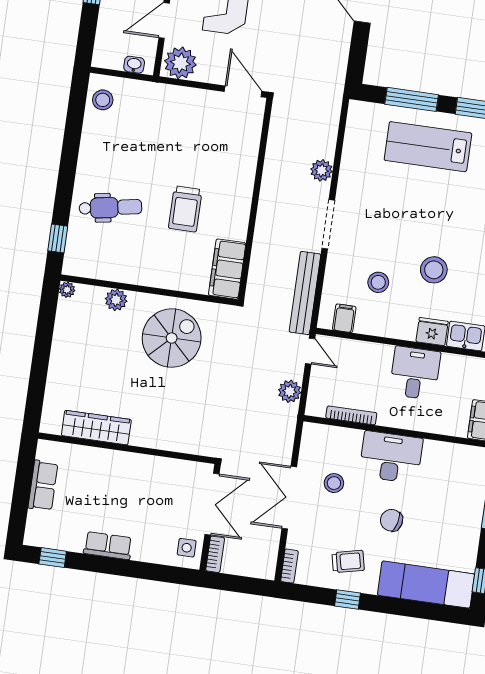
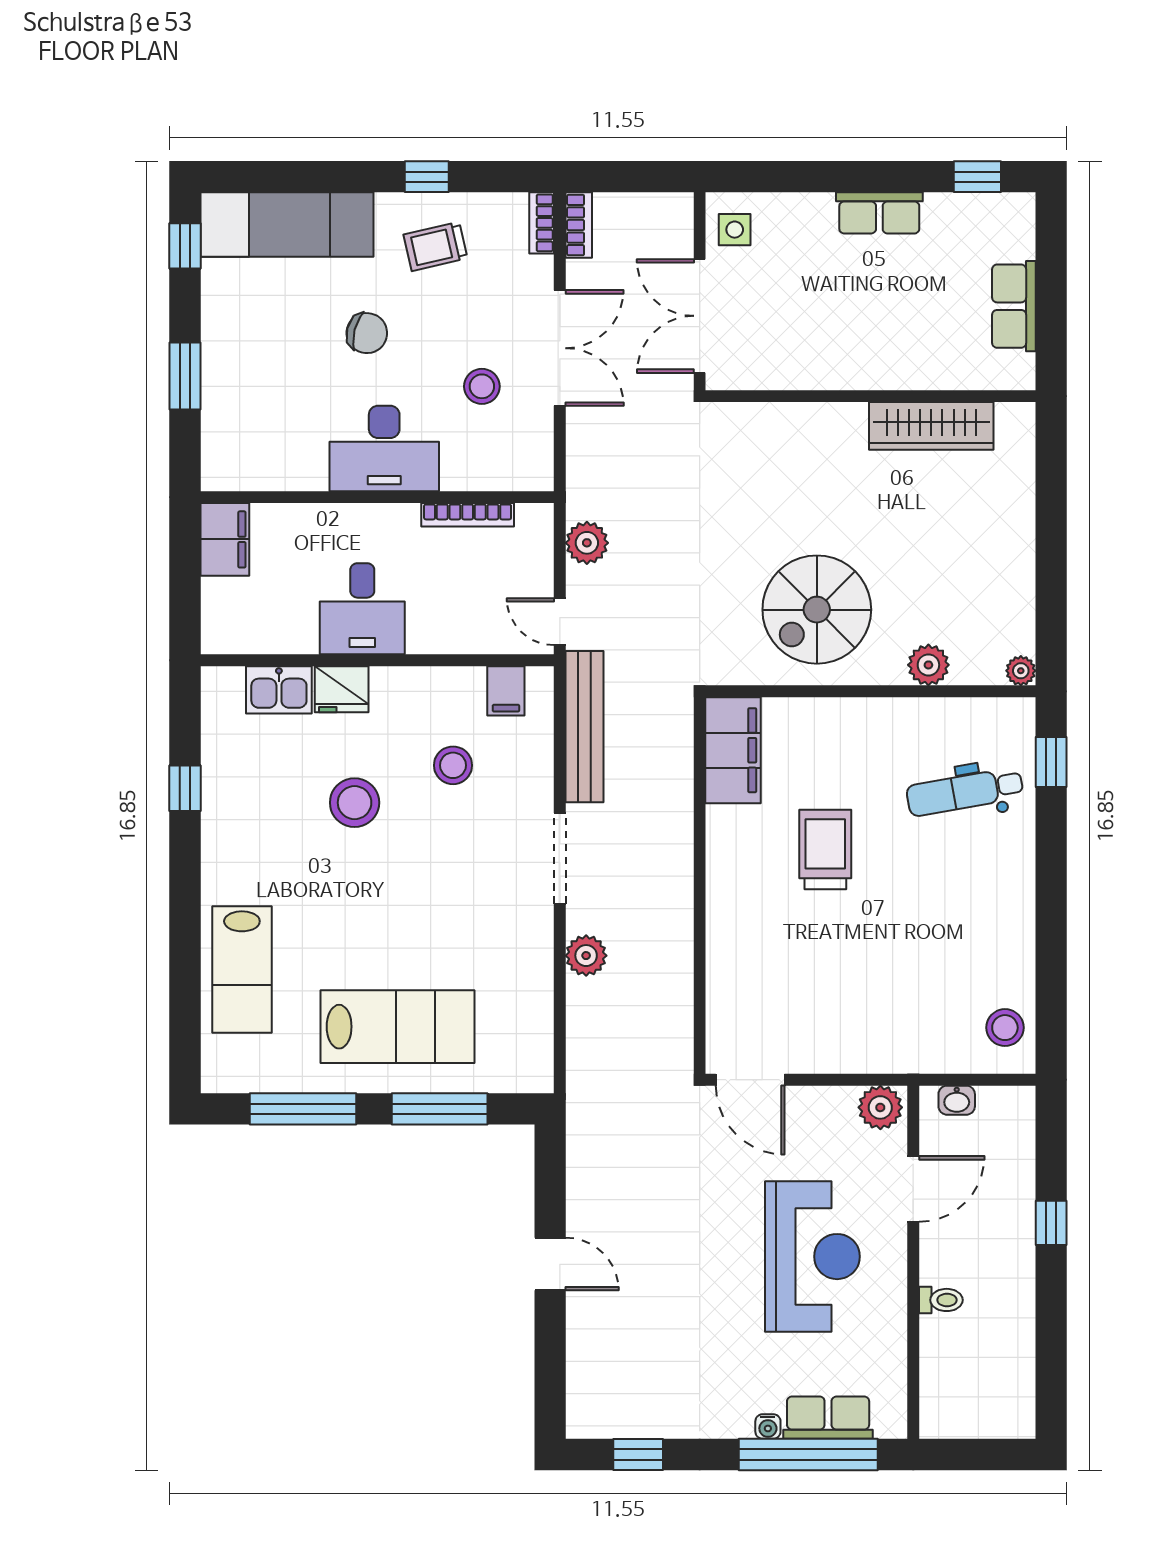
plant: (180, 63) -> (880, 1107), width x0.73, depth x0.73
dental chair: (110, 208) -> (965, 792), moved
bookcase: (215, 554) -> (579, 225), moved, turned 180

